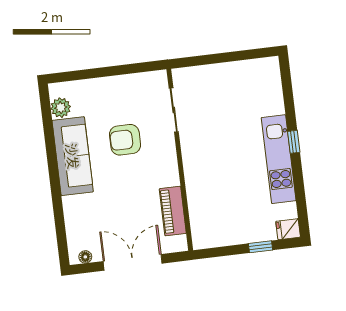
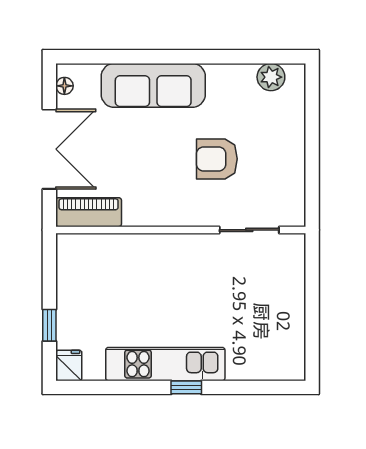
armchair: (125, 140) -> (217, 159), turned -90
sofa: (73, 156) -> (153, 85), moved
piano: (173, 211) -> (89, 212), moved

